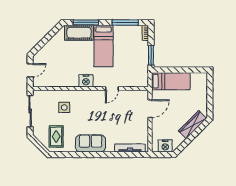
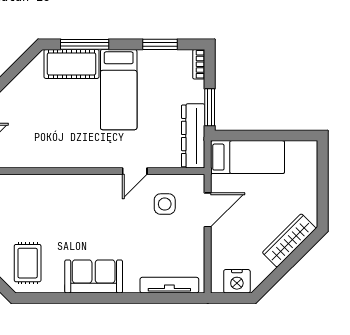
window: (125, 22) -> (160, 44), width x0.69
dresser: (142, 70) -> (193, 136), added
nightstand: (86, 81) -> (85, 156), removed
side table: (64, 108) -> (165, 204), moved

